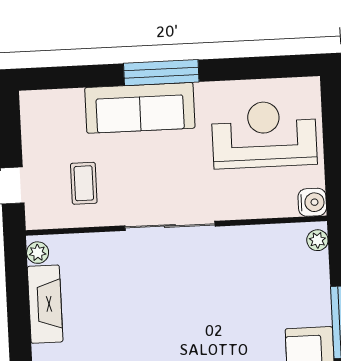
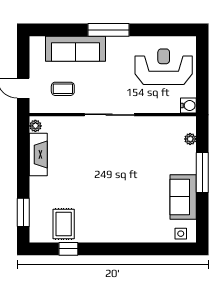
sofa: (140, 108) -> (76, 49), moved
coffee table: (84, 183) -> (63, 89), turned 90
plant: (317, 240) -> (190, 139), moved

